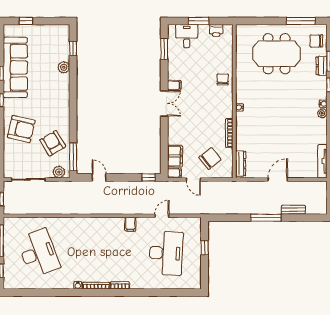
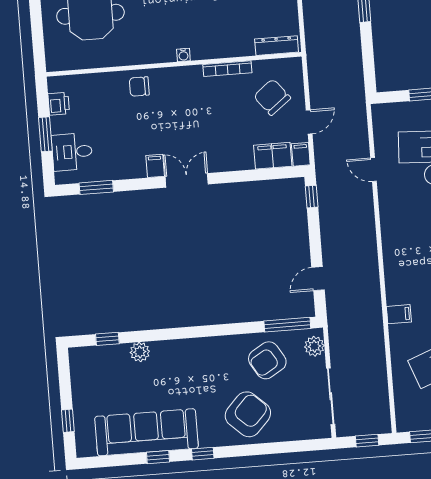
armchair: (21, 129) -> (248, 414), turned 30
filing cabinet: (130, 224) -> (399, 314), moved

